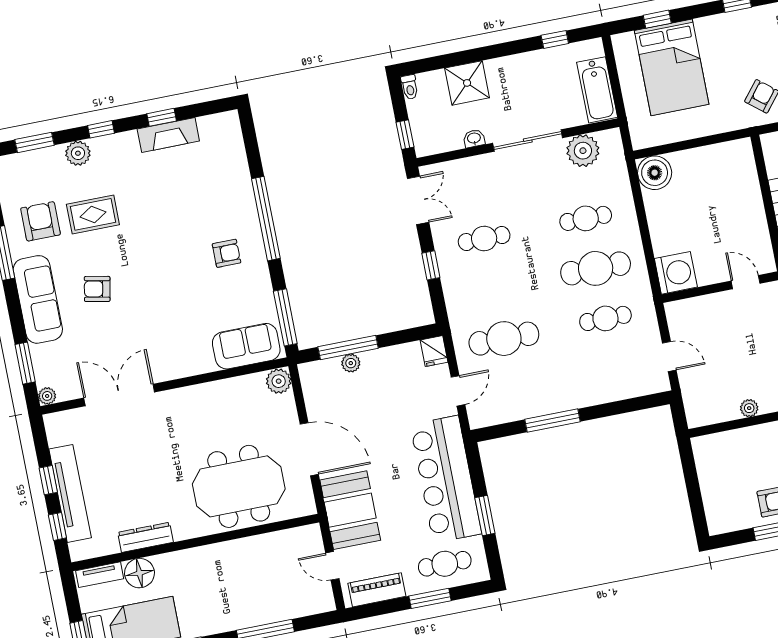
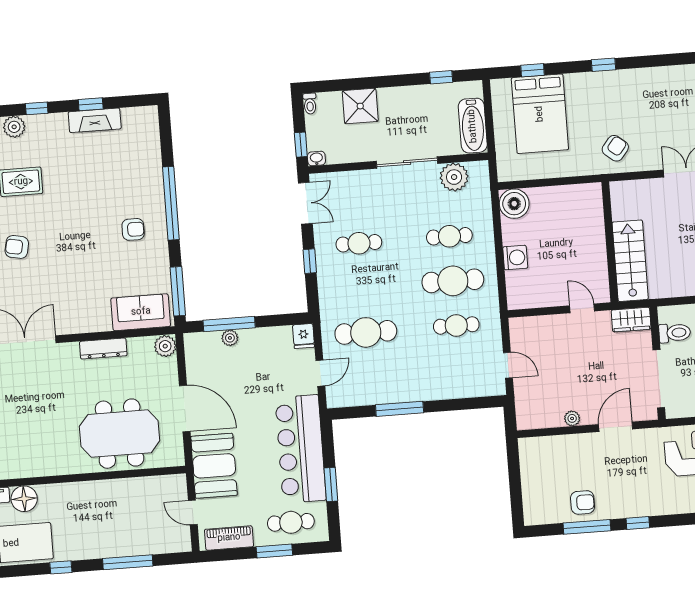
washbasin: (474, 138) -> (316, 159), moved
washing machine: (676, 273) -> (515, 258), moved, width x0.73, depth x0.73
dresser: (146, 537) -> (103, 349), moved, turned 180

